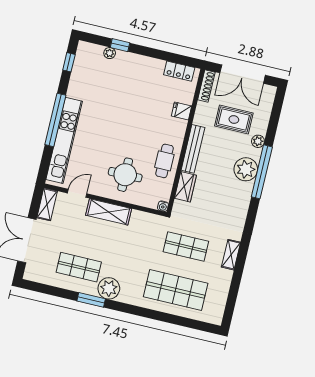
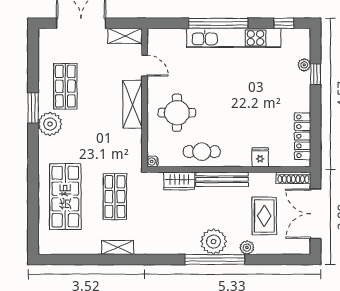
locker: (179, 71) -> (303, 136), width x1.53
kitchen unit: (64, 140) -> (234, 38), moved

